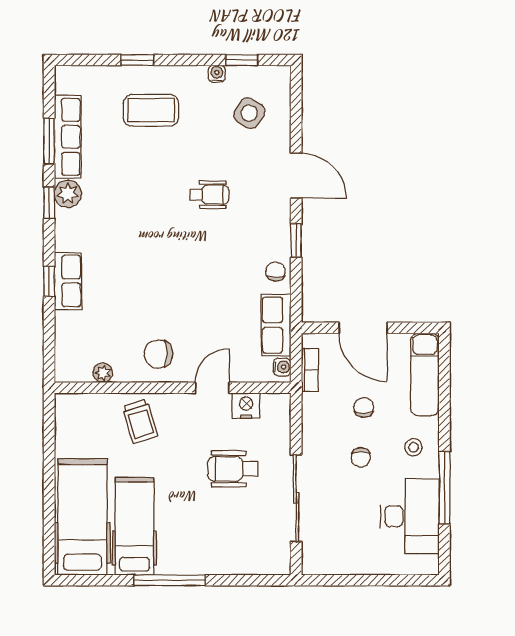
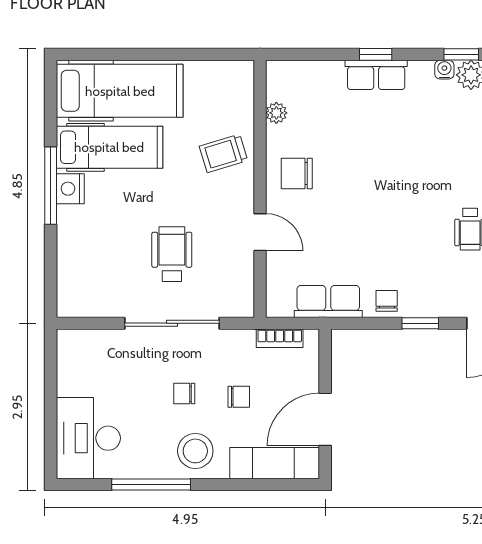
chair: (276, 271) -> (387, 301), turned -90
door: (363, 328) -> (325, 419), moved
chair: (158, 354) -> (297, 173), turned -90
water cooler: (282, 367) -> (444, 70), moved, turned 180
nightstand: (246, 406) -> (70, 189), moved, turned 180
stool: (414, 447) -> (195, 451), width x1.89, depth x1.89
sliding door: (296, 498) -> (172, 323), moved
desk: (410, 516) -> (88, 438), moved, turned 90

